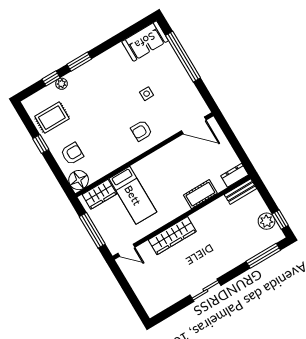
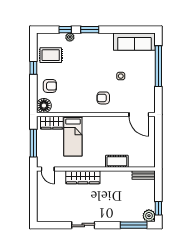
sofa: (145, 41) -> (134, 42), width x1.36
dresser: (235, 175) -> (146, 162), removed
plant: (267, 221) -> (149, 216), moved

